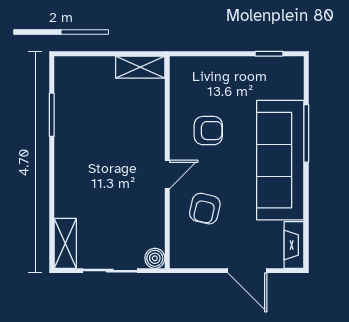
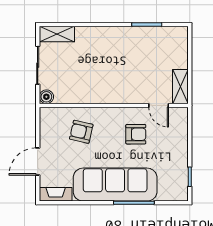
armchair: (208, 131) -> (136, 134), turned -90
door: (167, 174) -> (159, 105), moved

